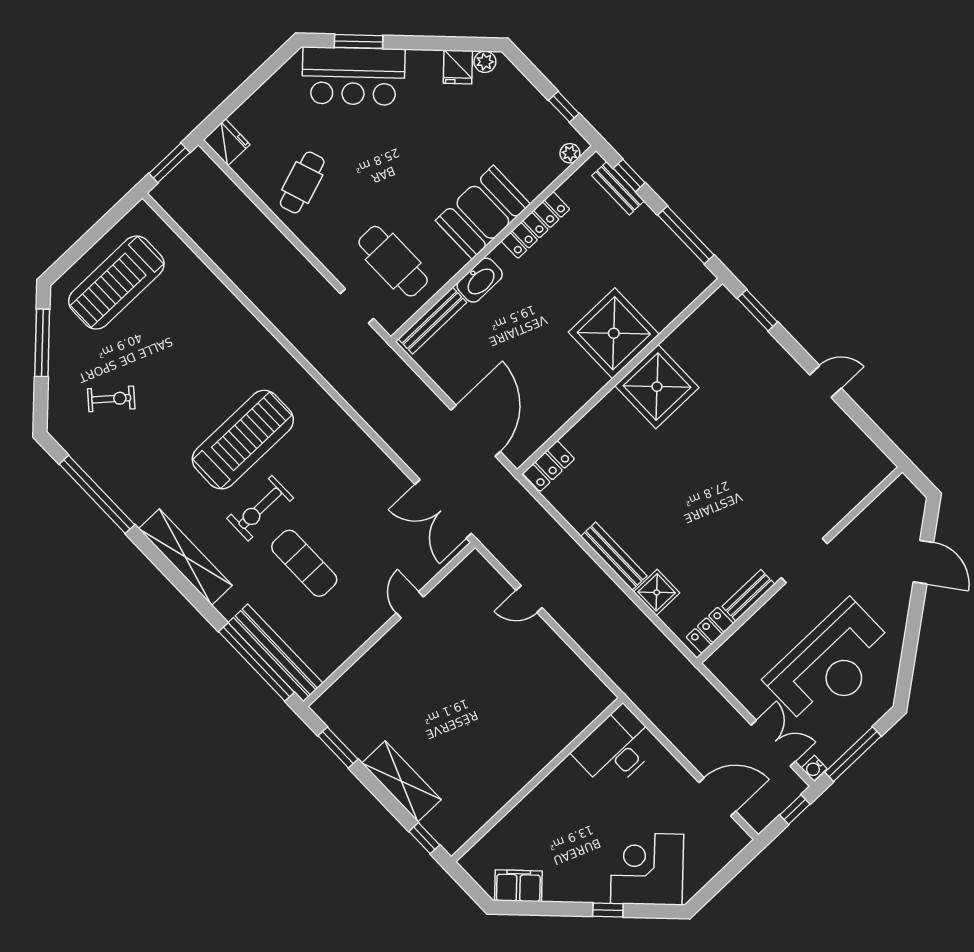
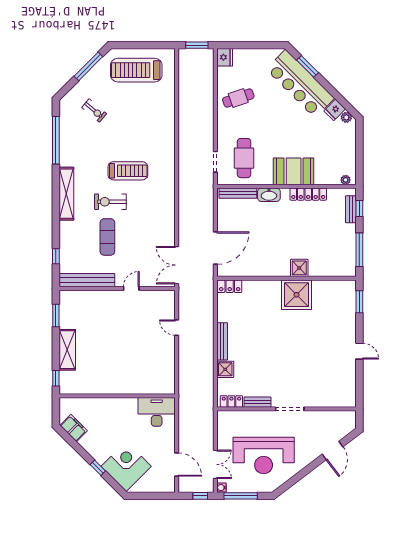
bar counter: (353, 76) -> (300, 84), width x1.36
window: (564, 107) -> (359, 161), removed
shower: (614, 333) -> (299, 268), width x0.54, depth x0.54
treadmill: (243, 440) -> (128, 171), width x0.73, depth x0.73
bench: (276, 653) -> (87, 280), moved, turned 90
window: (256, 662) -> (56, 256), width x0.32

